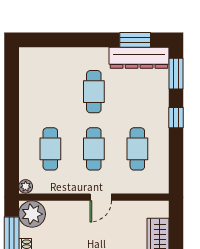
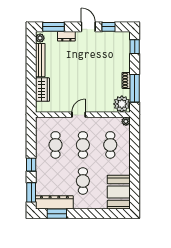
booth: (37, 74) -> (119, 192), added

